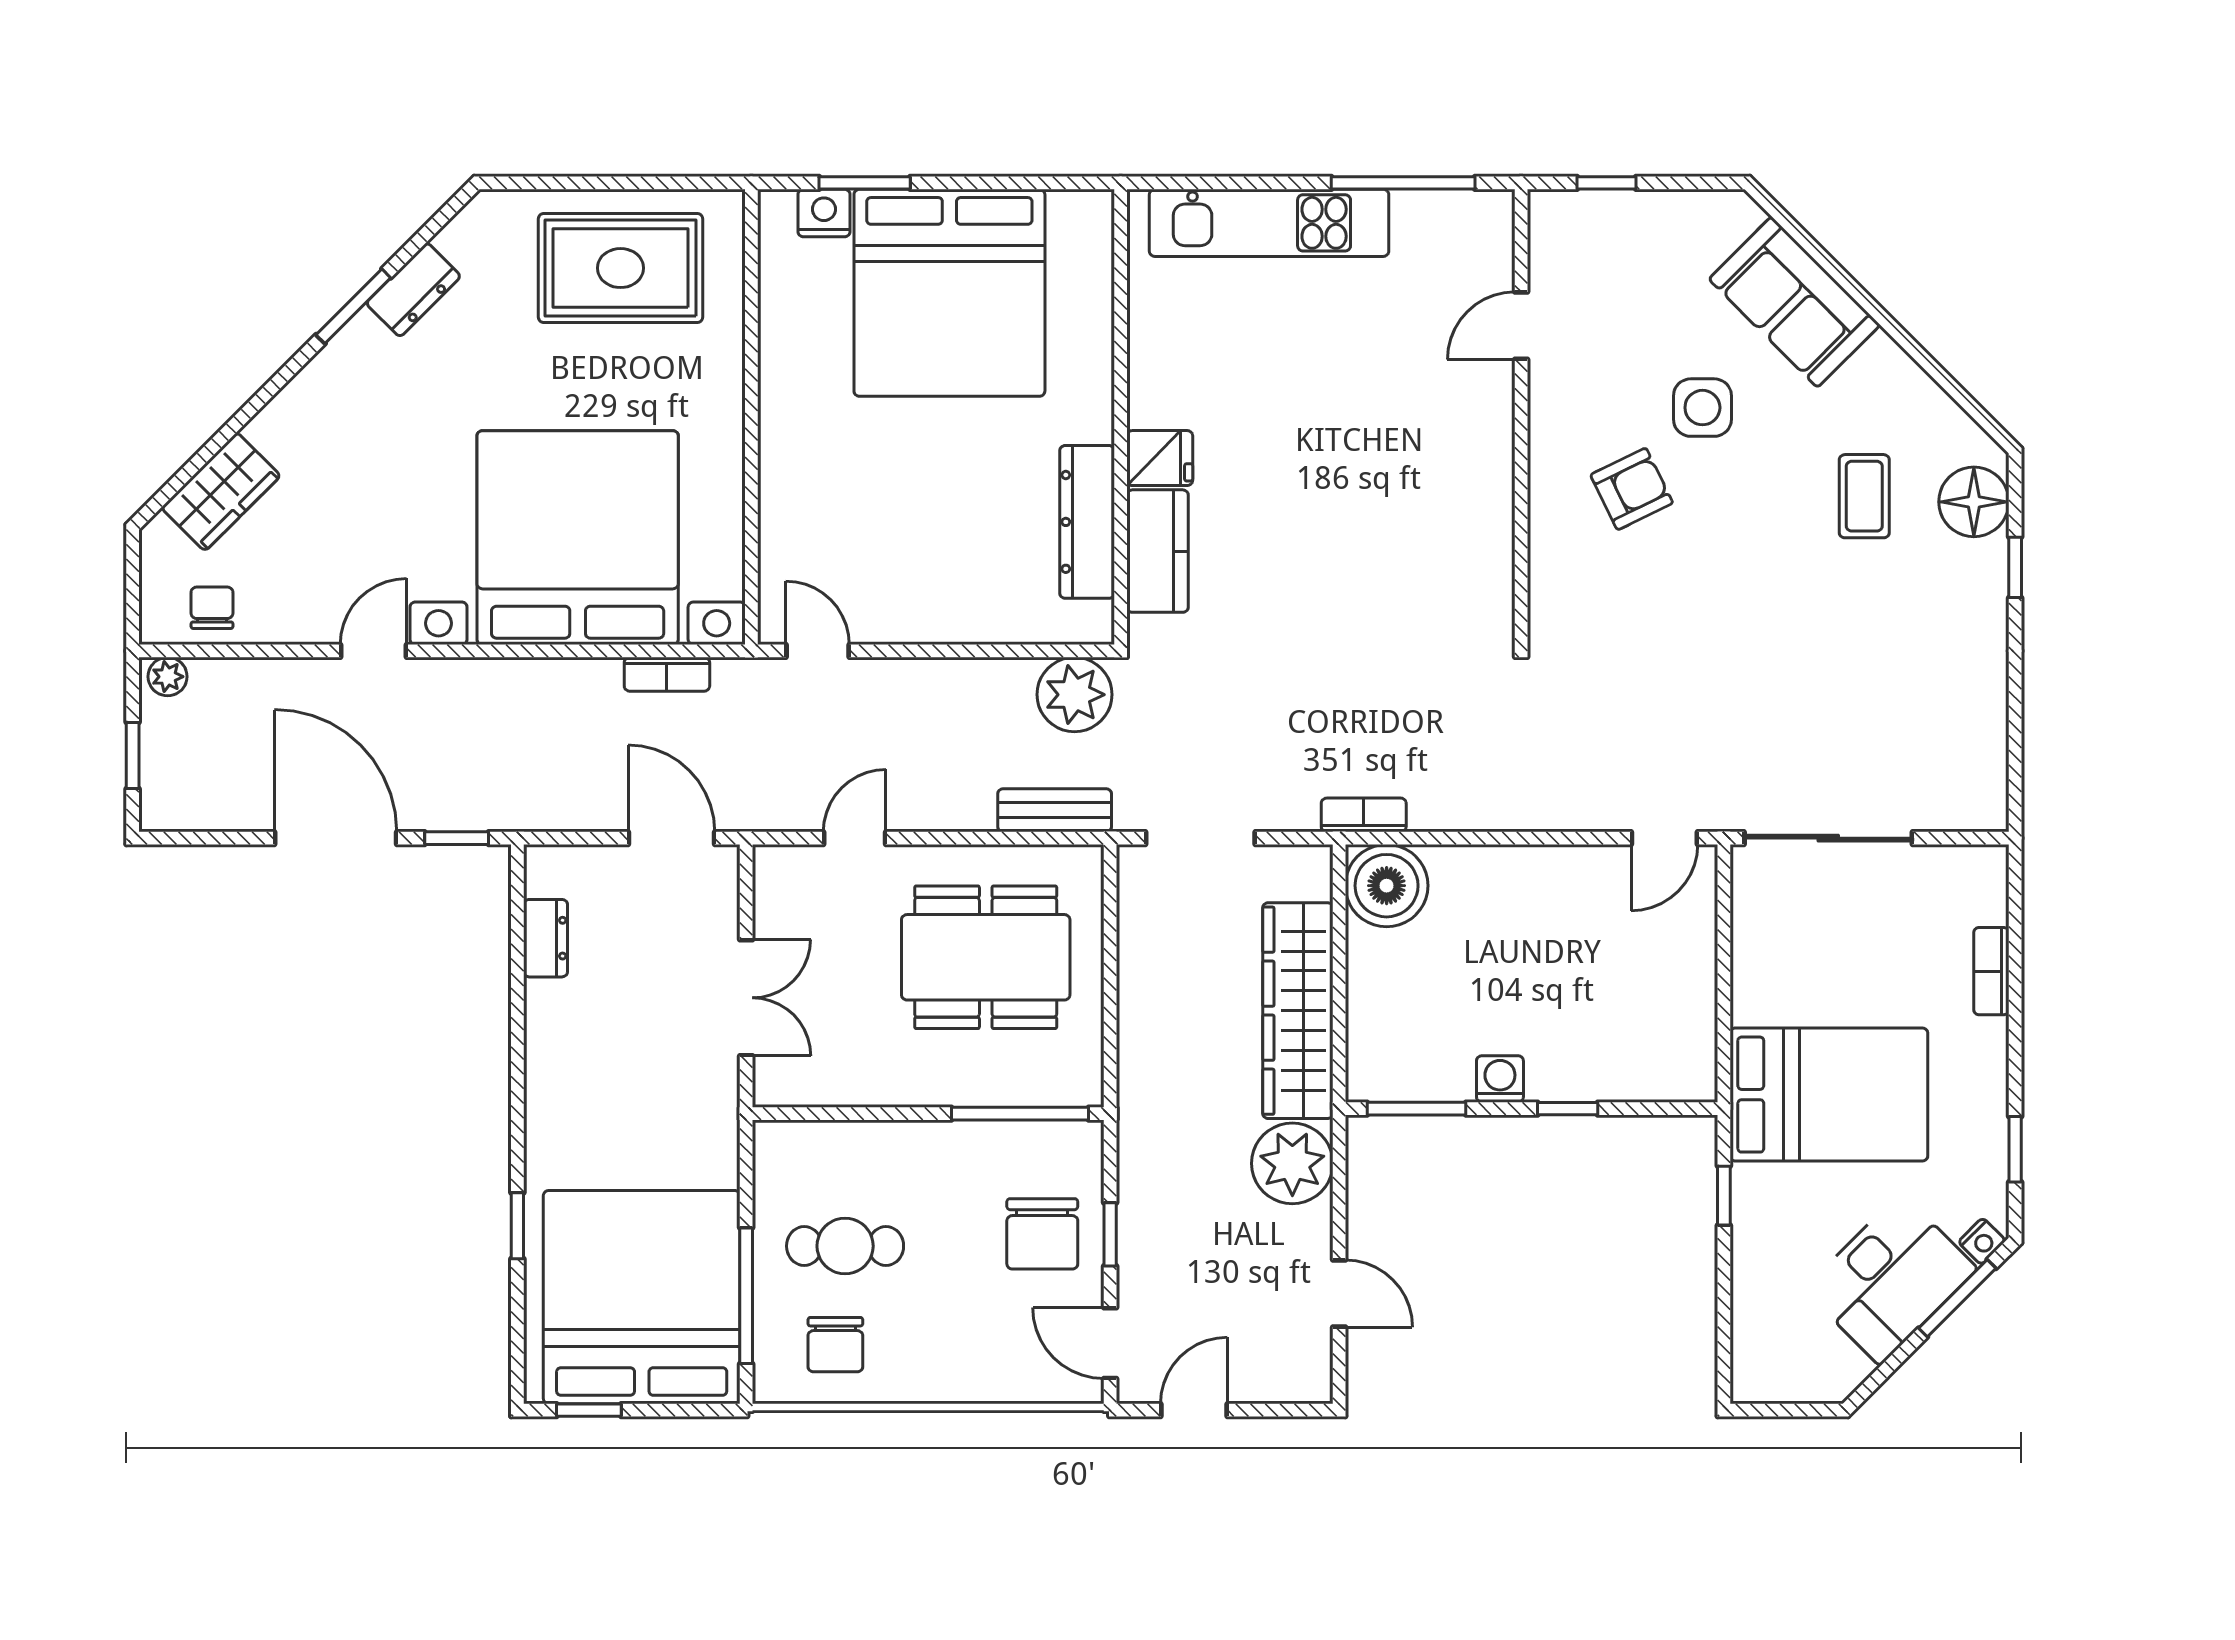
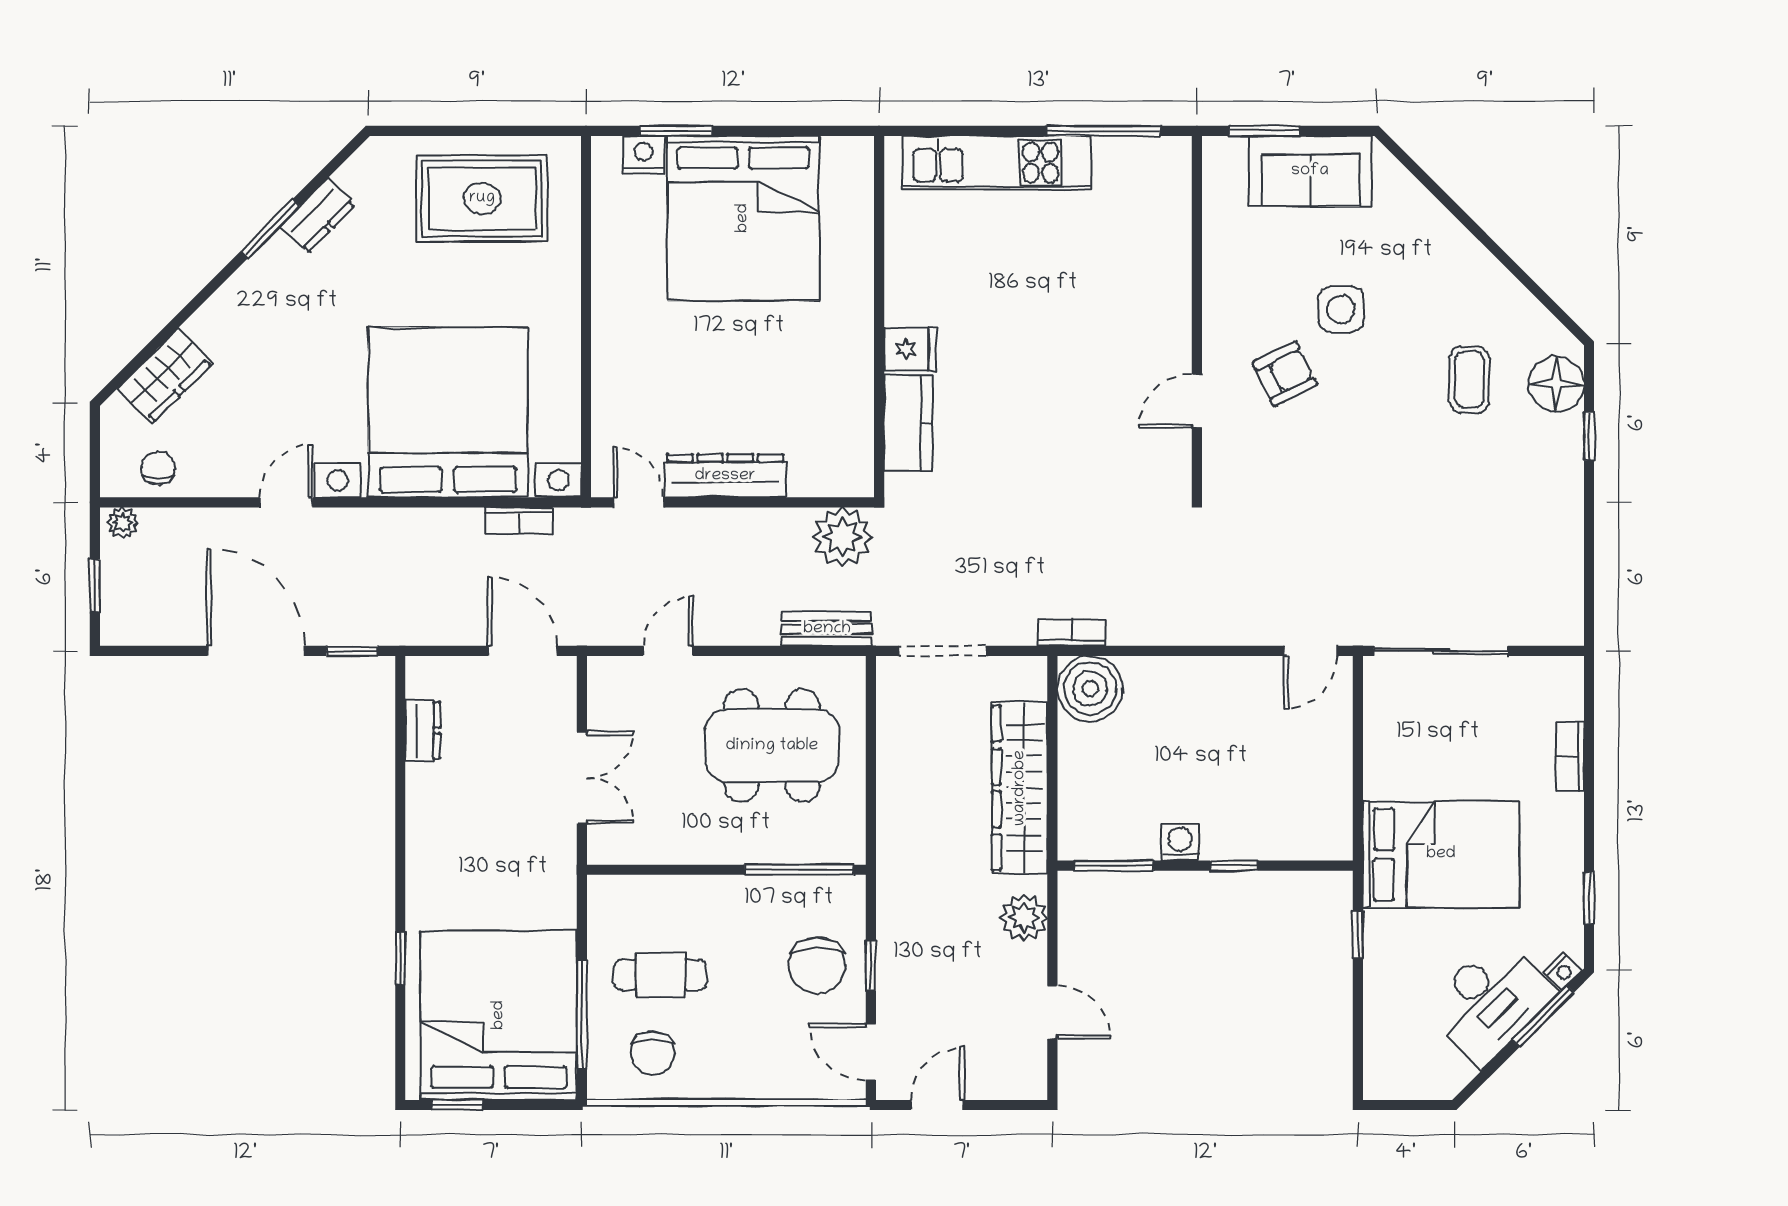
window: (1606, 183) -> (1265, 131), width x1.50
sofa: (1794, 302) -> (1310, 171), moved, turned -45
door: (1521, 326) -> (1197, 401), moved
dresser: (1087, 522) -> (725, 476), moved, turned 90
plant: (1292, 1163) -> (1024, 918), width x0.73, depth x0.73

